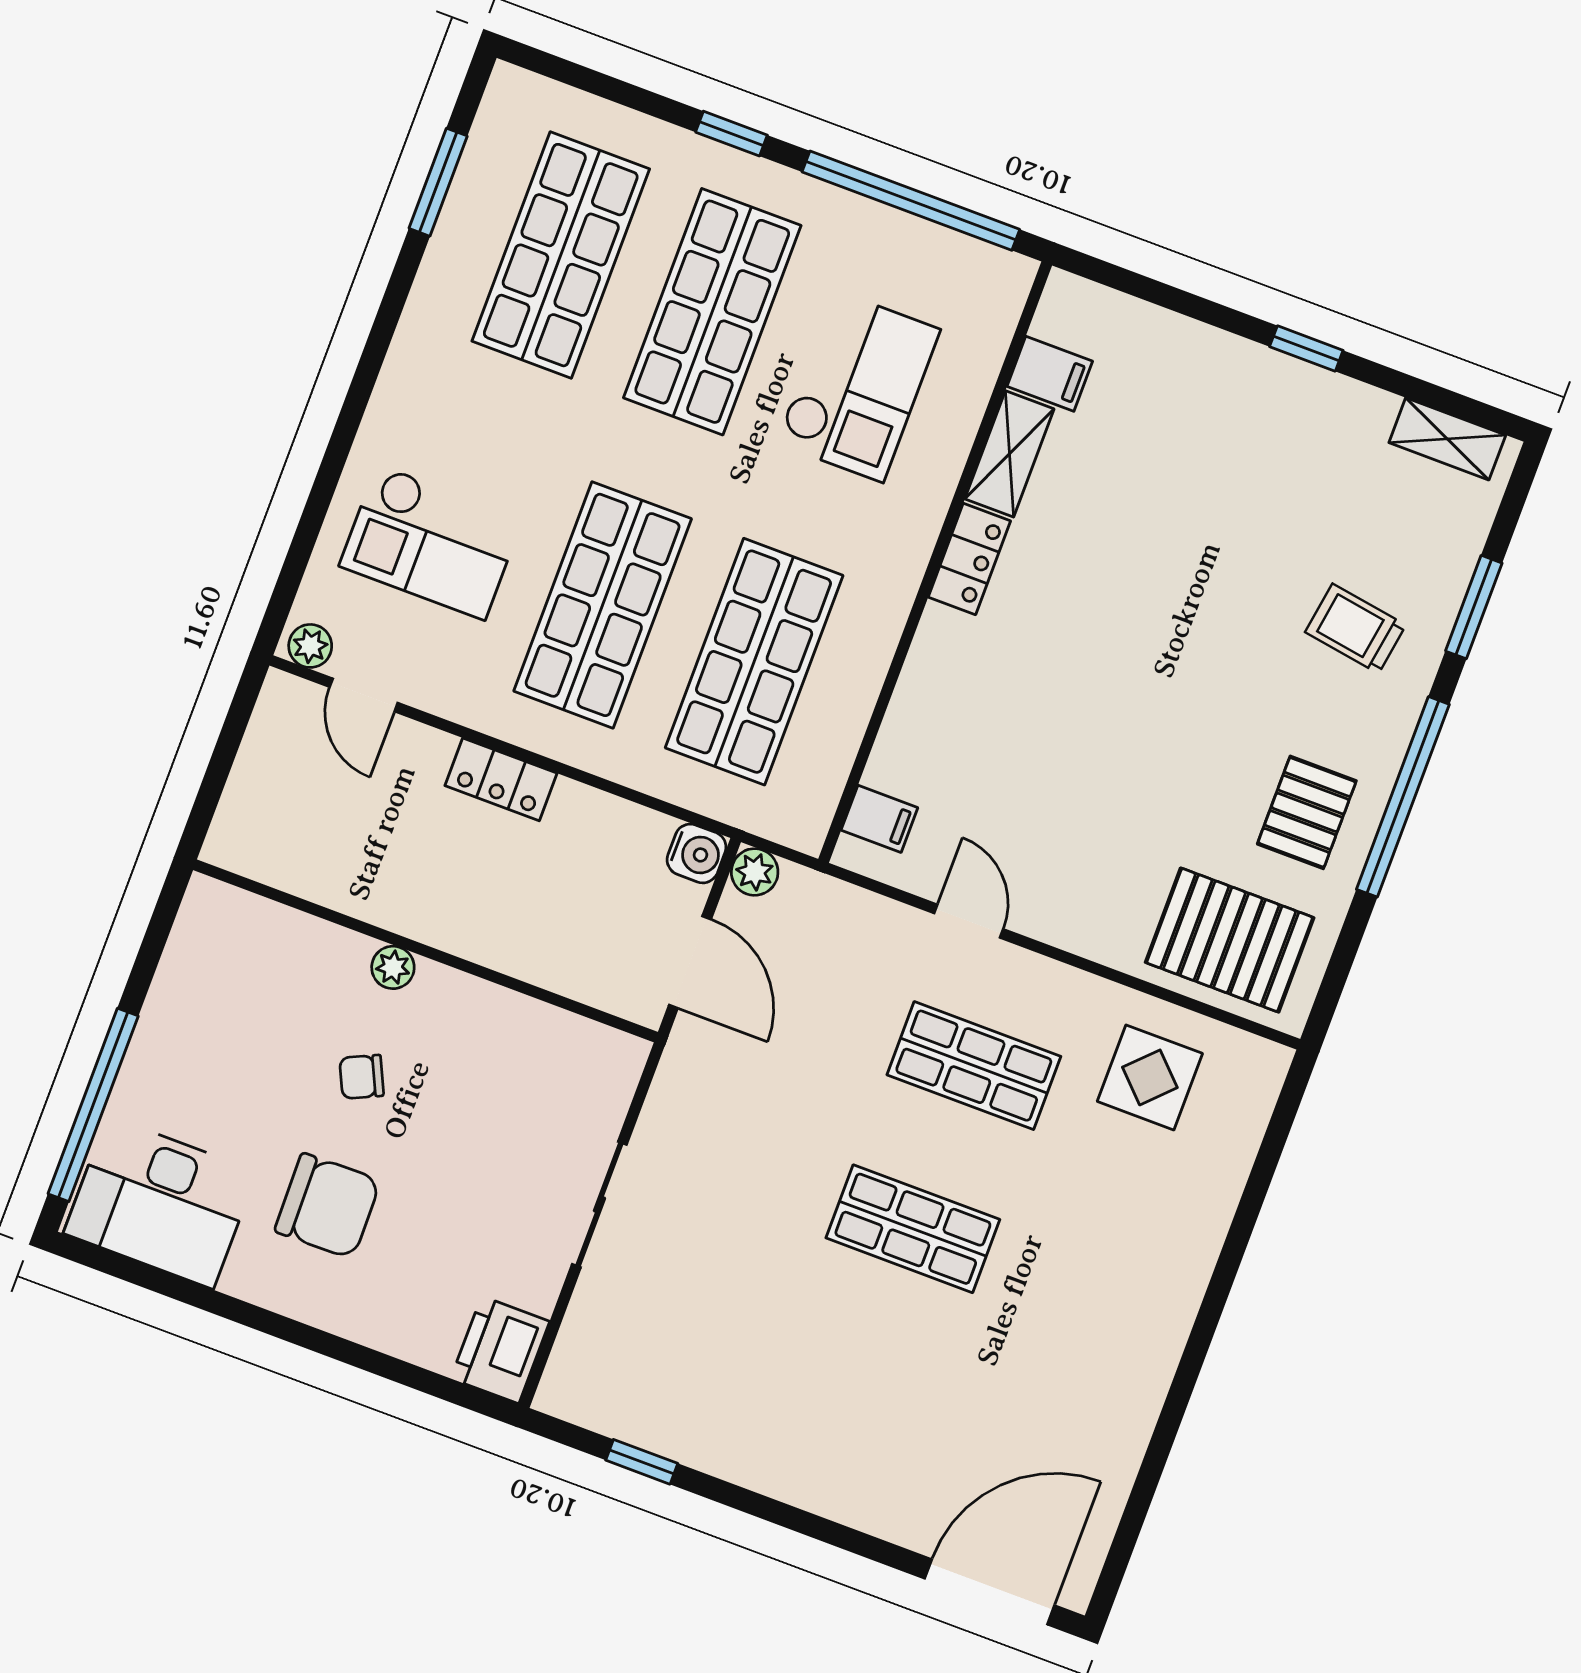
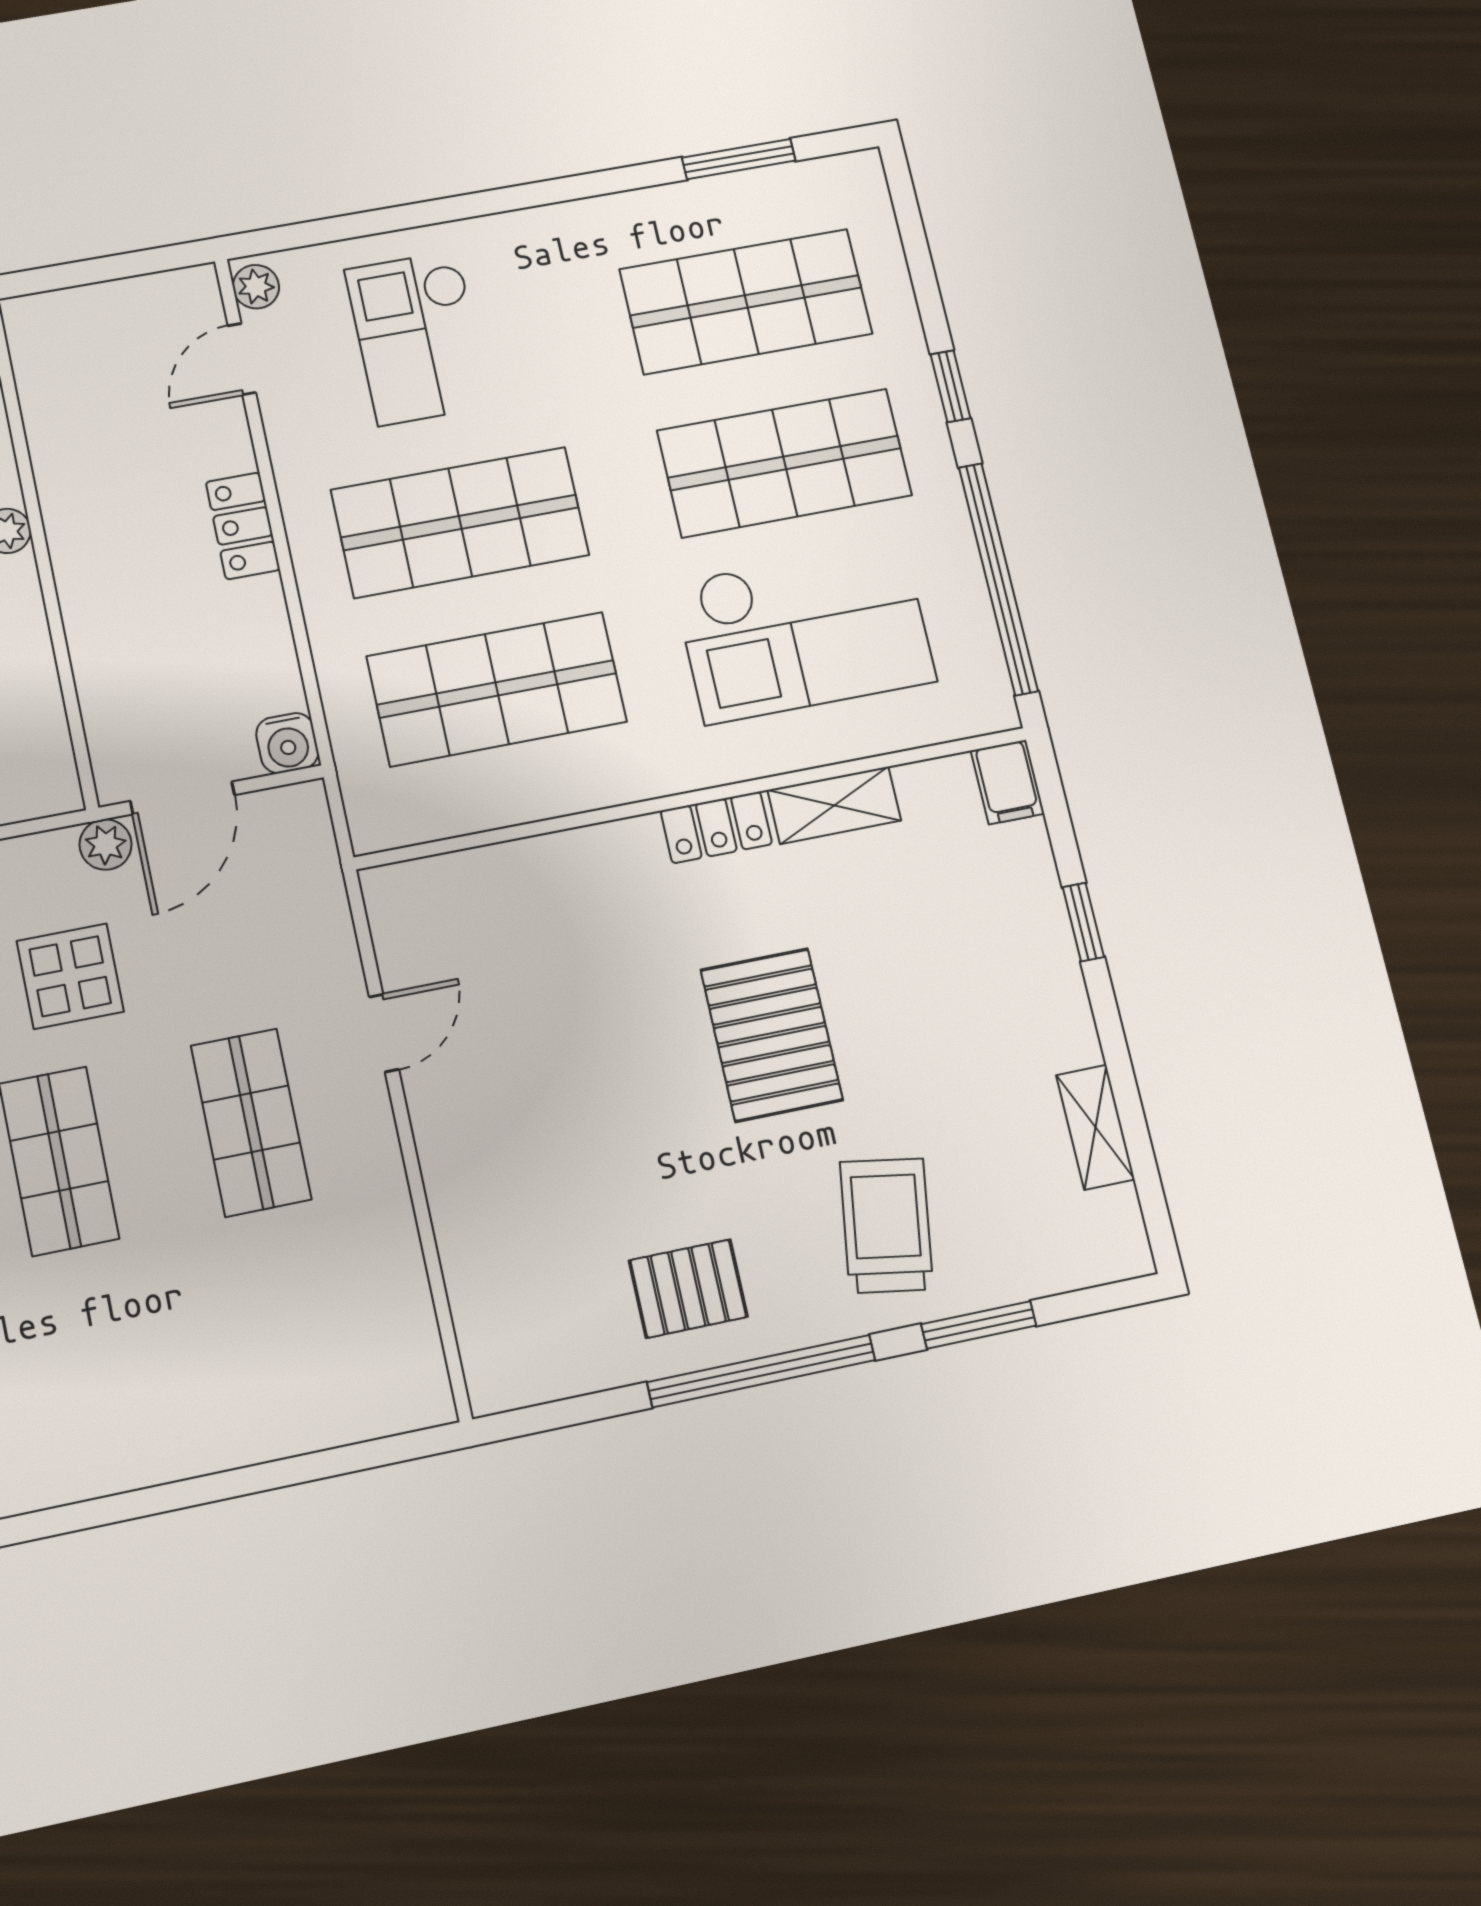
window: (1306, 349) -> (1083, 922), moved
filing cabinet: (1050, 374) -> (1008, 782), moved
checkout: (858, 386) -> (805, 632), width x1.36, depth x1.21
shelving: (1447, 439) -> (1095, 1127), moved
trolley: (1355, 629) -> (886, 1226), width x1.36, depth x1.39
filing cabinet: (879, 819) -> (426, 891), removed
plant: (755, 872) -> (106, 845), moved
pallet: (1230, 940) -> (772, 1035), moved
display table: (1150, 1077) -> (70, 976), moved

